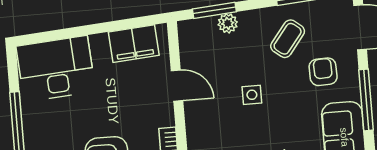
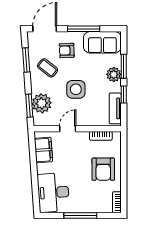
plant: (228, 23) -> (42, 103), width x1.87, depth x1.87
side table: (252, 95) -> (76, 89), width x1.87, depth x1.87

